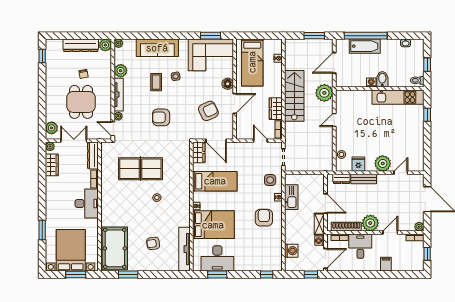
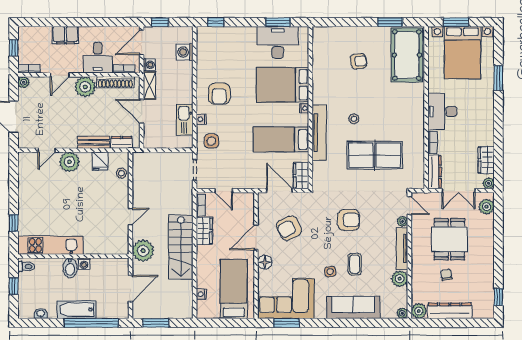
bathtub: (365, 46) -> (77, 310), moved
tv unit: (184, 249) -> (319, 133), moved
filing cabinet: (386, 264) -> (65, 35), width x2.00

